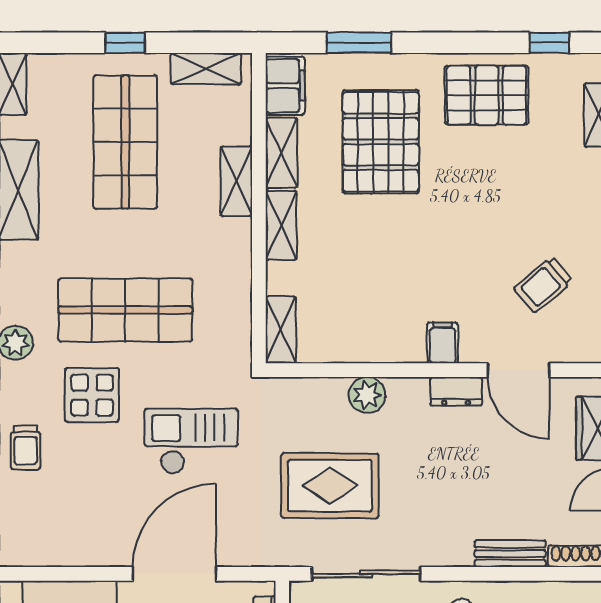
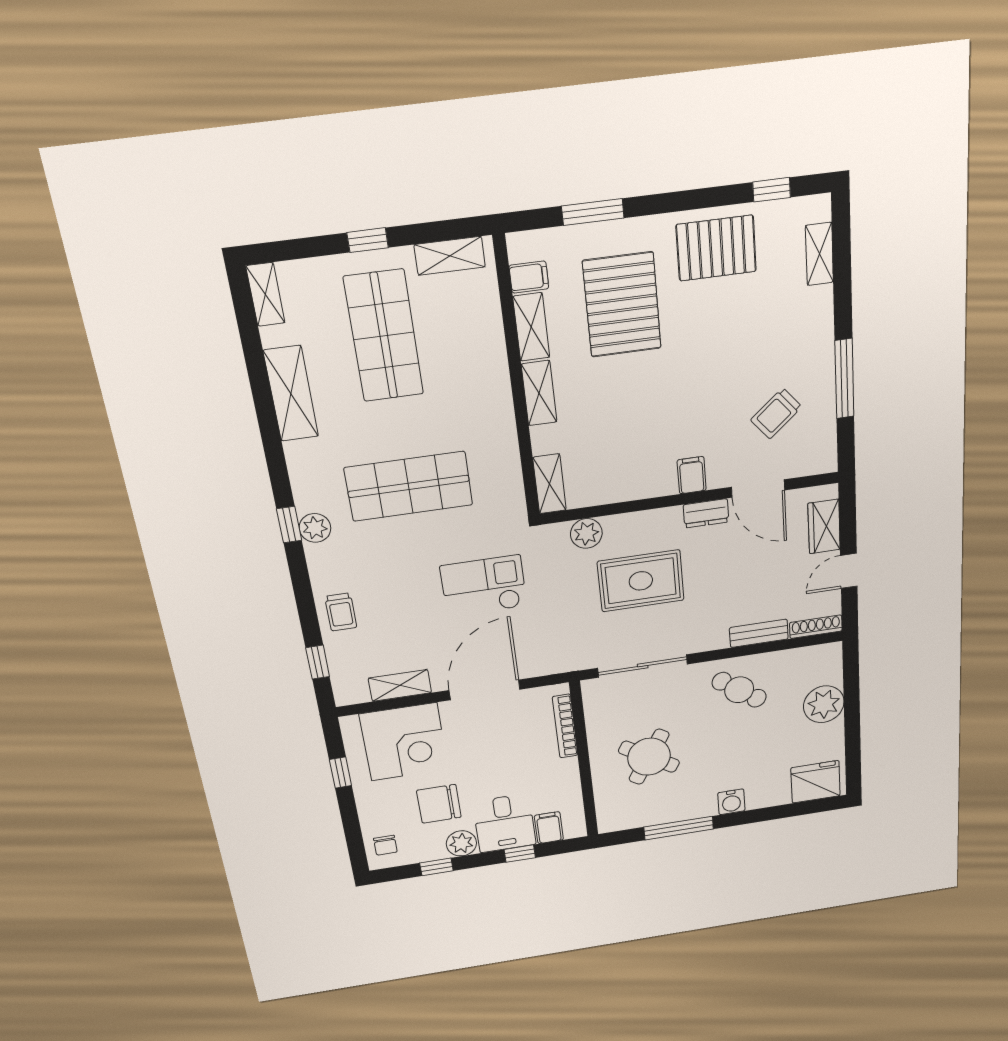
filing cabinet: (285, 86) -> (529, 277), width x0.50
shelving: (236, 181) -> (400, 685), moved, turned 90
display table: (92, 395) -> (391, 561), removed
plant: (367, 395) -> (586, 533), moved
rug: (330, 486) -> (641, 581), moved

